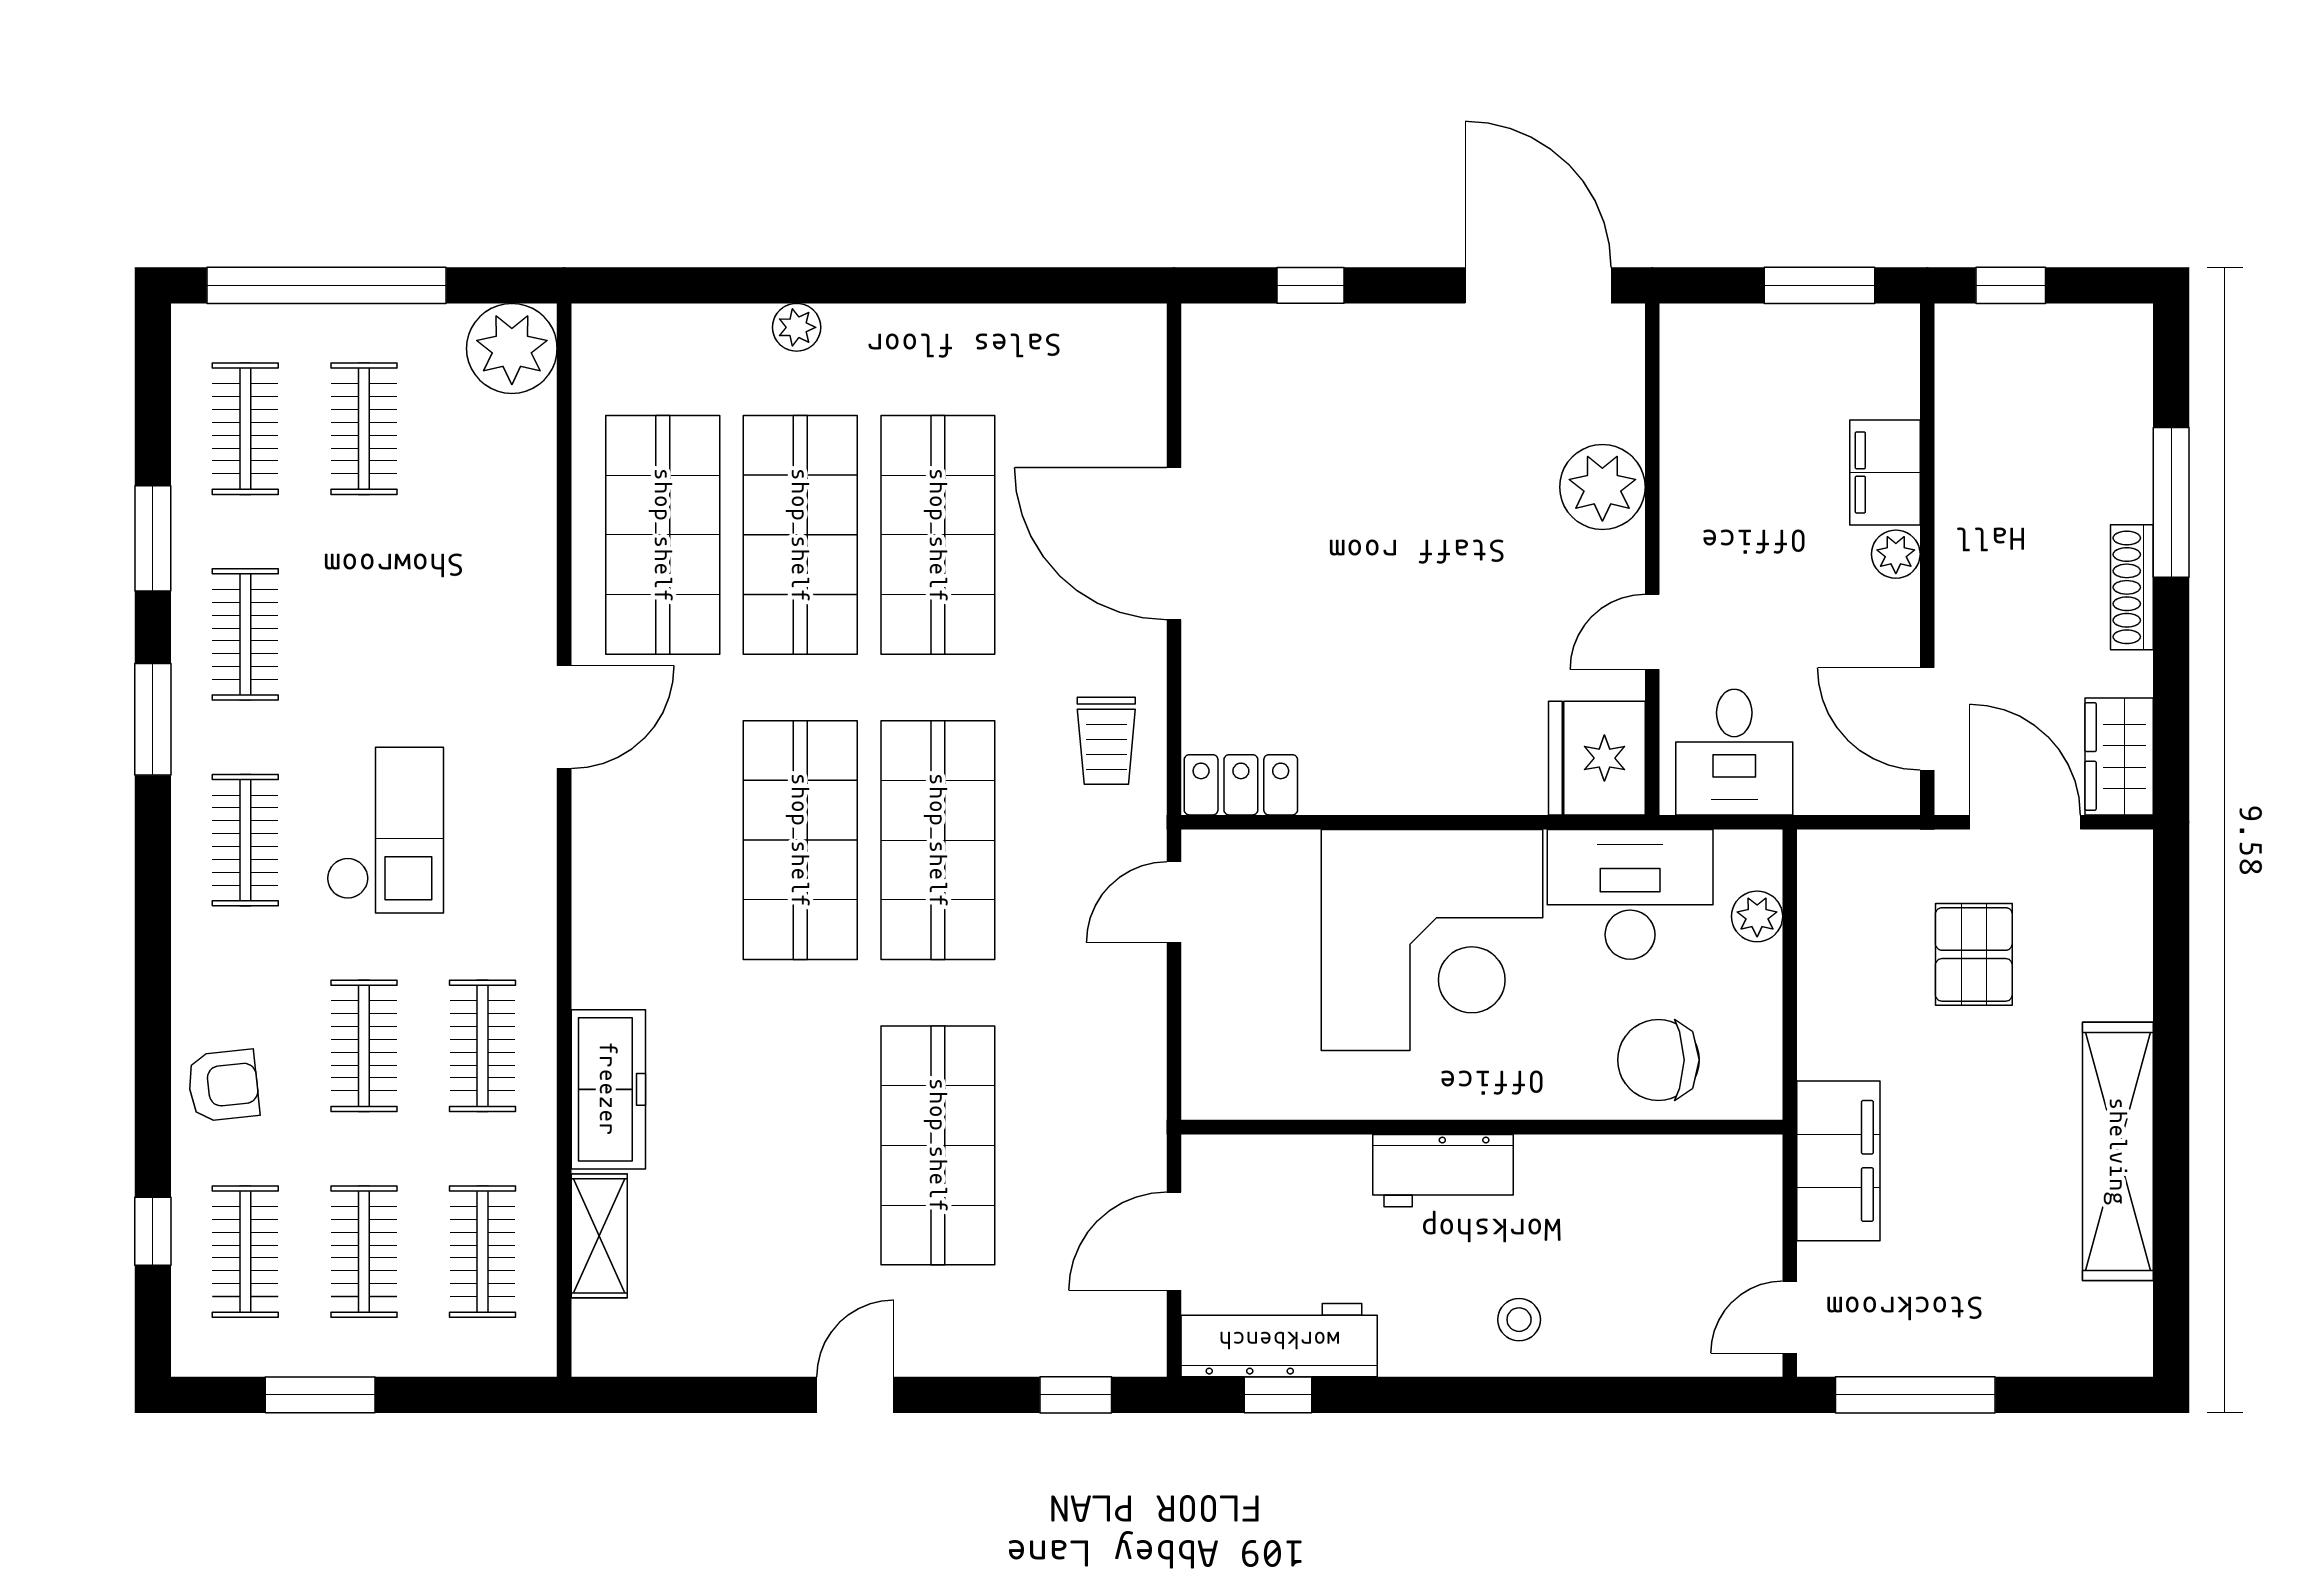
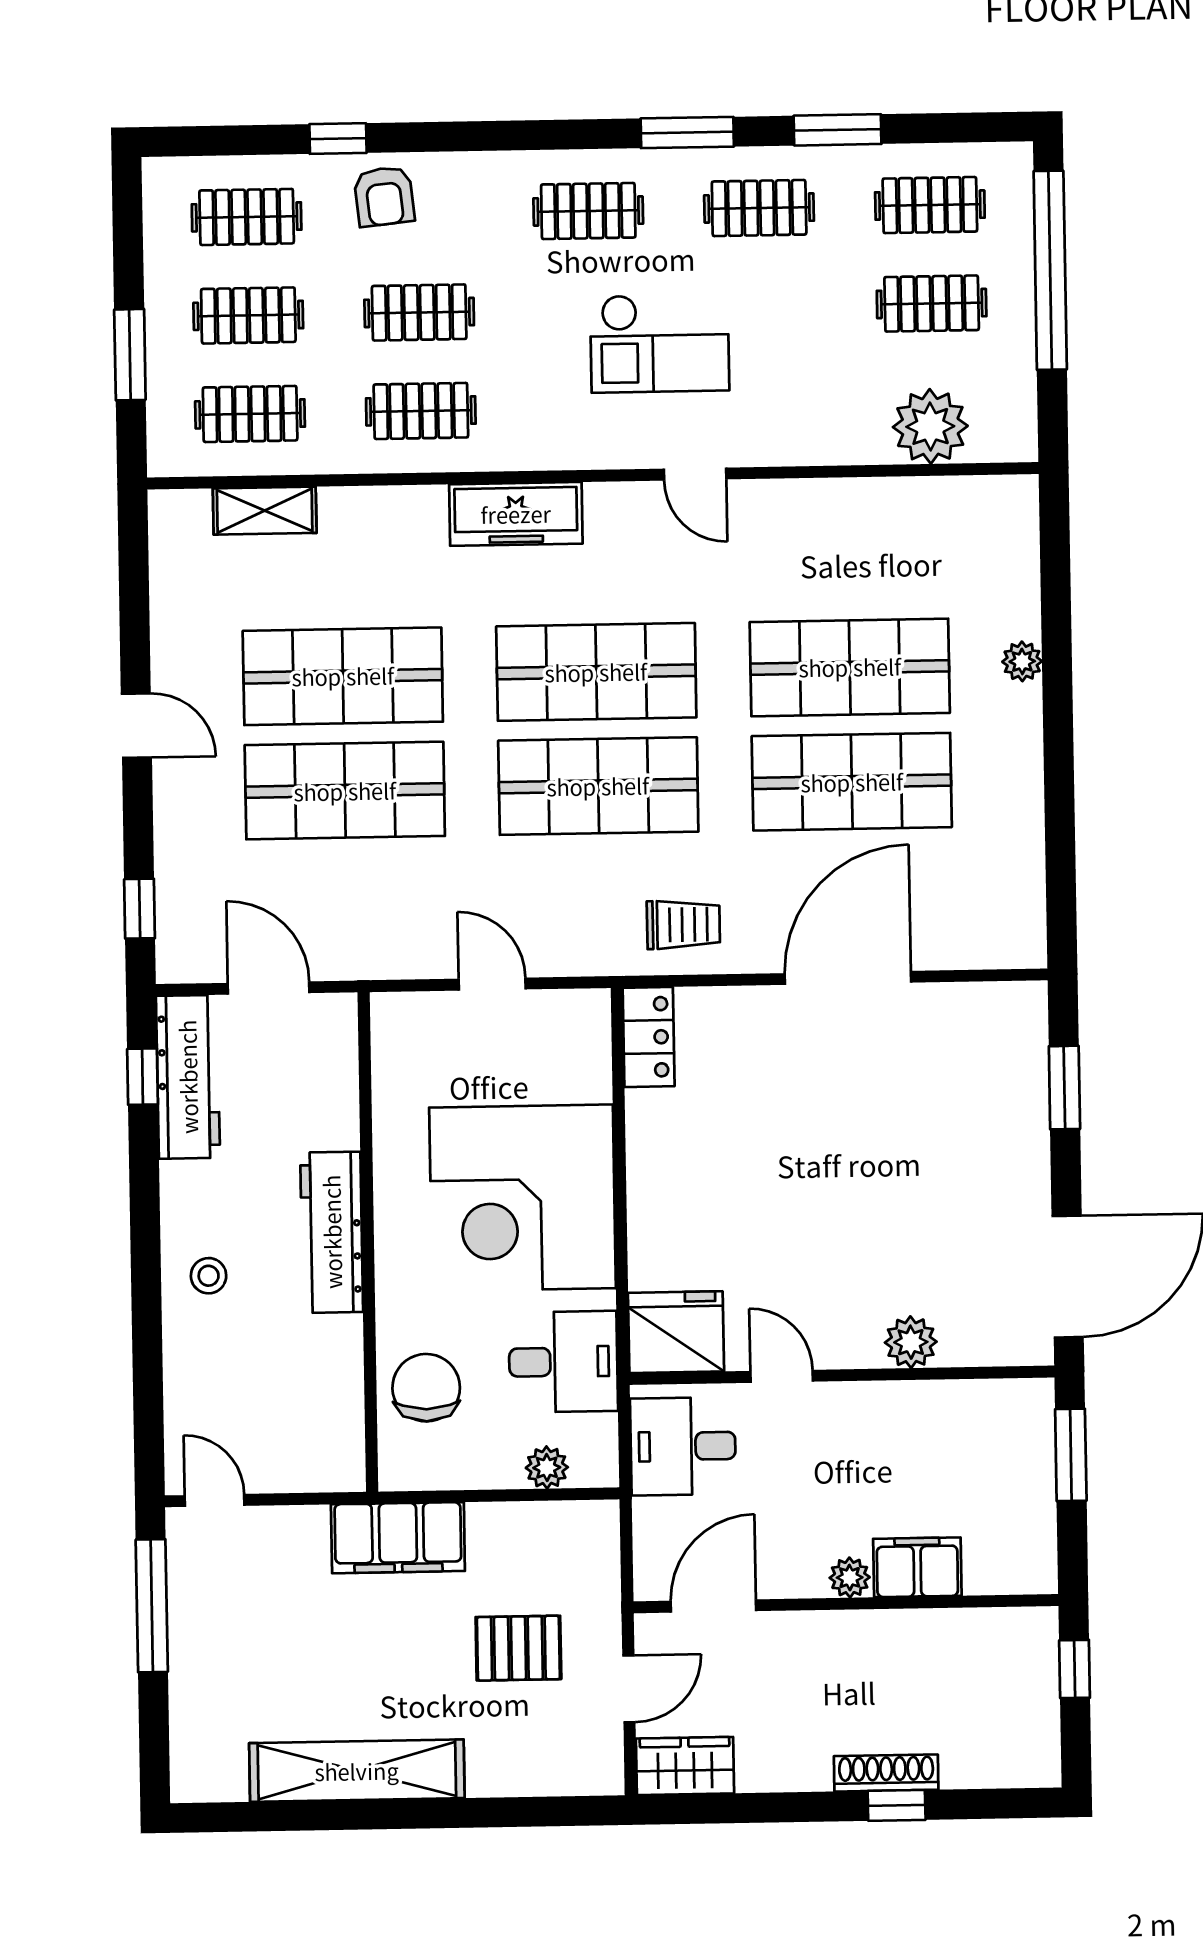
window: (1311, 285) -> (1064, 1088), width x1.50
window: (1820, 285) -> (1071, 1455), moved
plant: (512, 348) -> (930, 426), moved
plant: (1602, 487) -> (911, 1342), width x0.73, depth x0.73
window: (2171, 502) -> (897, 1805), width x0.46
shop shelf: (663, 535) -> (343, 676), moved
shoe rack: (2132, 587) -> (886, 1773), moved
door: (564, 717) -> (695, 474), width x0.73
trolley: (1106, 741) -> (683, 925), turned 180
door: (2025, 822) -> (629, 1689), width x0.73
checkout: (385, 830) -> (660, 343), moved
desk: (1630, 894) -> (563, 1362), width x0.73
door: (1174, 902) -> (492, 984), moved
freezer: (608, 1089) -> (516, 514), moved
filing cabinet: (1838, 1161) -> (398, 1538), moved
workbench: (1443, 1171) -> (332, 1232), width x1.37
window: (153, 1231) -> (338, 139), moved
window: (320, 1395) -> (130, 355), moved

